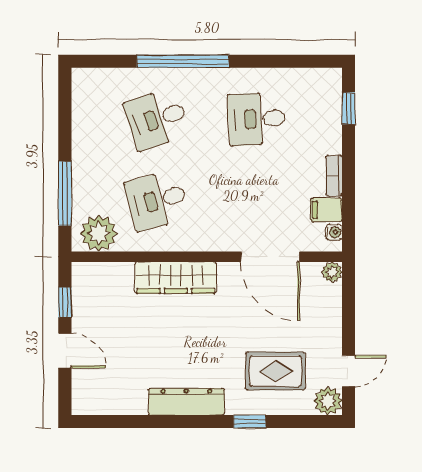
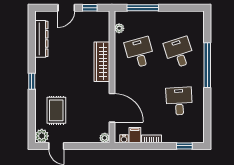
plant: (99, 233) -> (119, 28), width x0.53, depth x0.53
door: (270, 257) -> (112, 108), swing flipped
dresser: (186, 402) -> (41, 39), moved
window: (250, 422) -> (32, 81), moved

